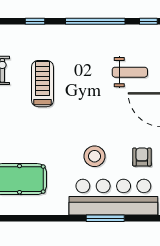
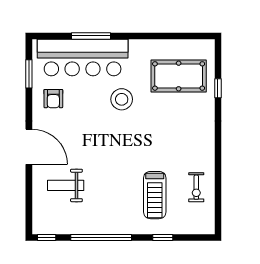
treadmill: (42, 84) -> (155, 195), moved
stool: (95, 156) -> (122, 99), moved

